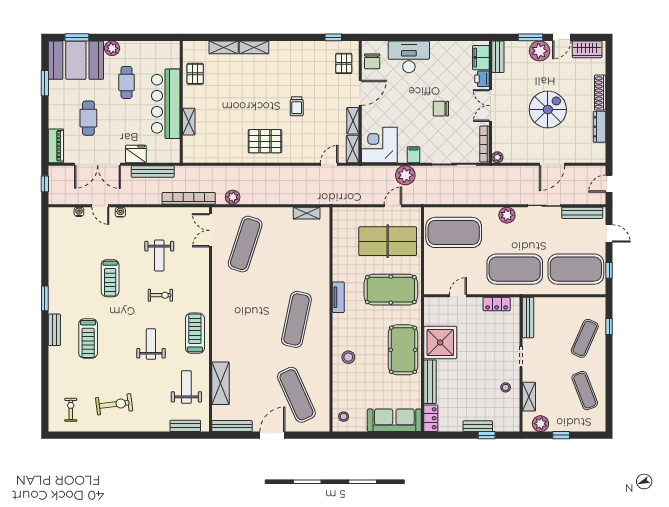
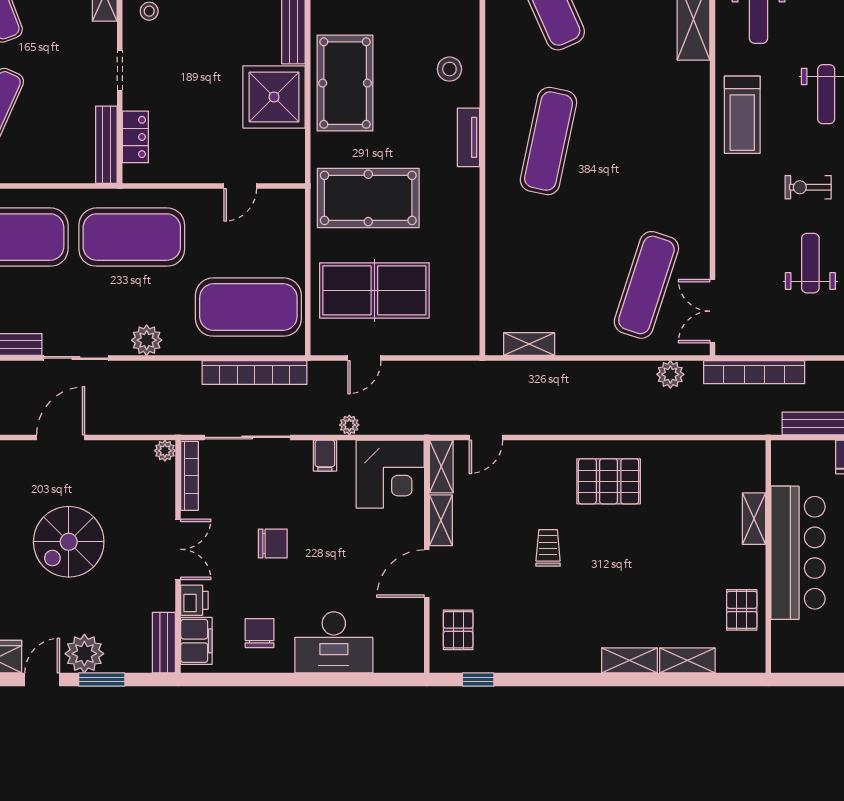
chair: (372, 61) -> (260, 633), moved
plant: (405, 175) -> (349, 425), width x0.53, depth x0.53
bookcase: (450, 198) -> (255, 373), added
double door: (210, 230) -> (713, 311), swing flipped
tv unit: (338, 297) -> (469, 137), moved
locker: (497, 304) -> (135, 137), moved, turned 90

